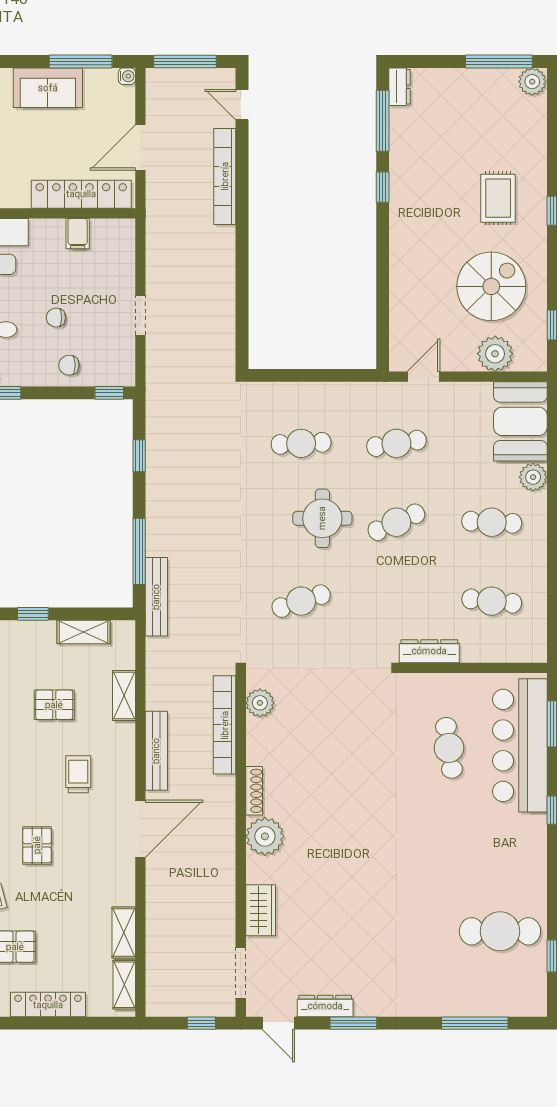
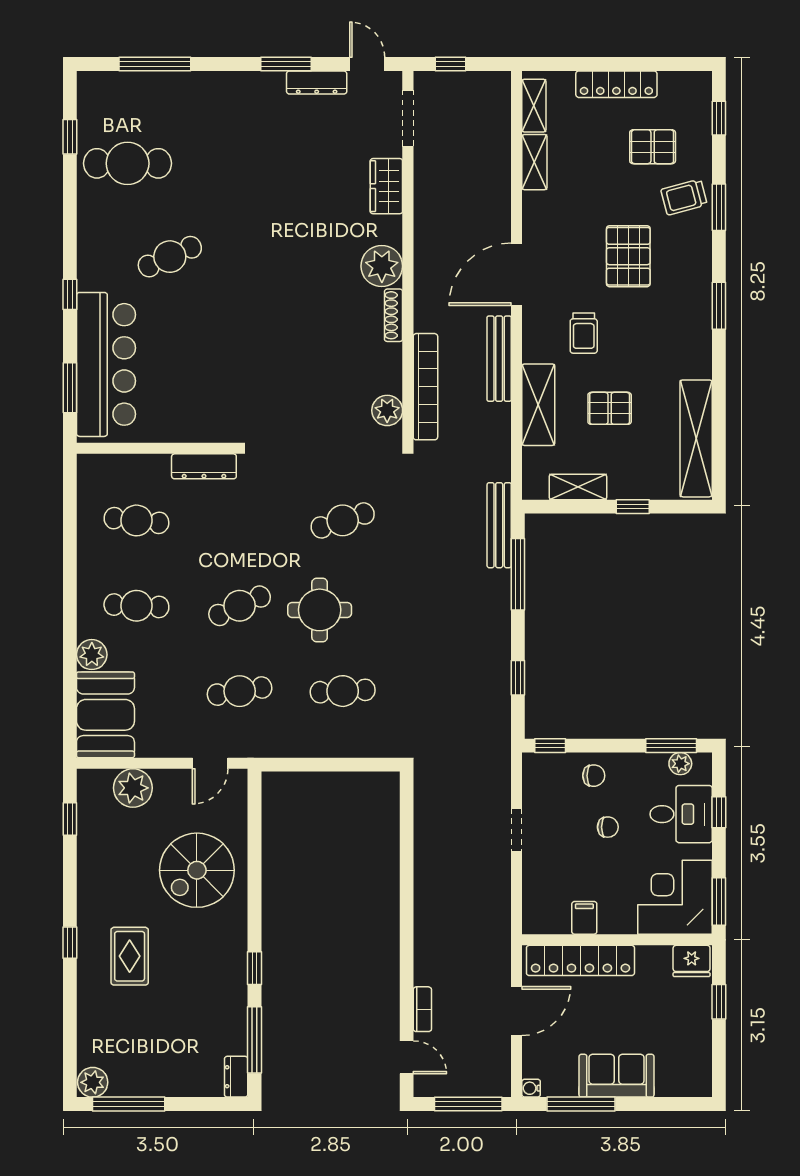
bookcase: (225, 176) -> (422, 1009), width x0.43, depth x0.76
spiral stairs: (491, 286) -> (197, 870), moved
shelving: (124, 696) -> (538, 405), width x1.50, depth x1.33
cafe table: (449, 748) -> (170, 257), moved, turned 74
pallet: (37, 845) -> (628, 256), width x1.50, depth x1.42

